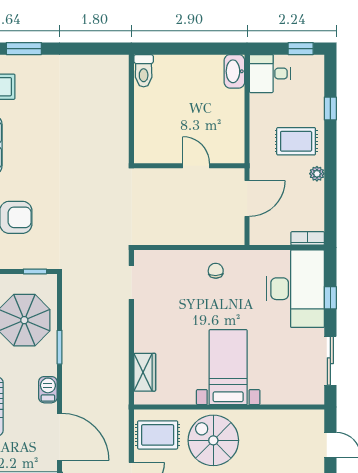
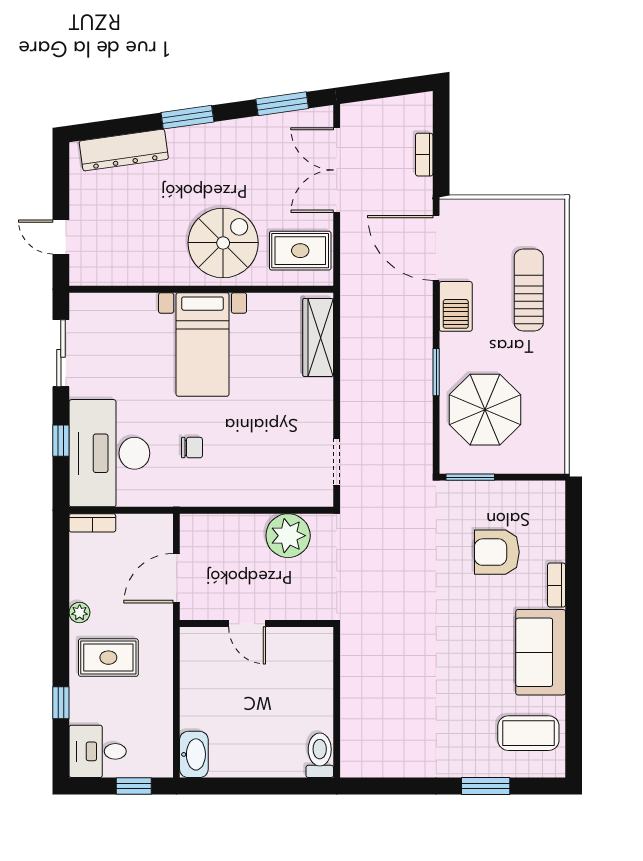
window: (301, 49) -> (134, 786), moved
desk: (270, 74) -> (98, 751), moved, turned 180
plant: (166, 229) -> (288, 536), added
window: (35, 271) -> (470, 477), width x1.50
chair: (216, 271) -> (192, 448), moved, turned -88
wardrobe: (145, 372) -> (318, 337), width x1.50
barbecue: (48, 390) -> (456, 306), width x1.38, depth x1.27
spiral stairs: (213, 440) -> (223, 243), turned -90

